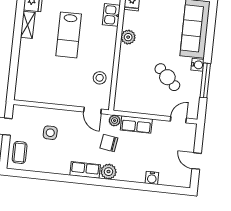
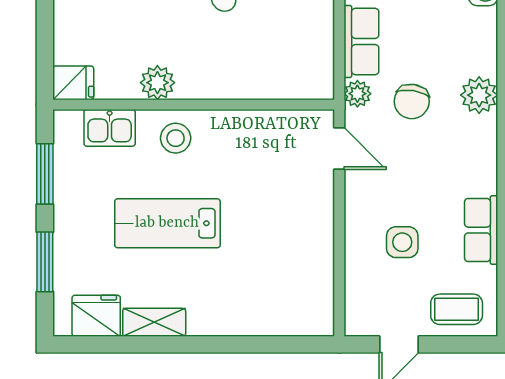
lab bench: (69, 35) -> (167, 223), turned 180
stool: (100, 78) -> (176, 138), moved
door: (92, 110) -> (339, 148), hinge flipped
row of seats: (85, 170) -> (481, 230), moved

